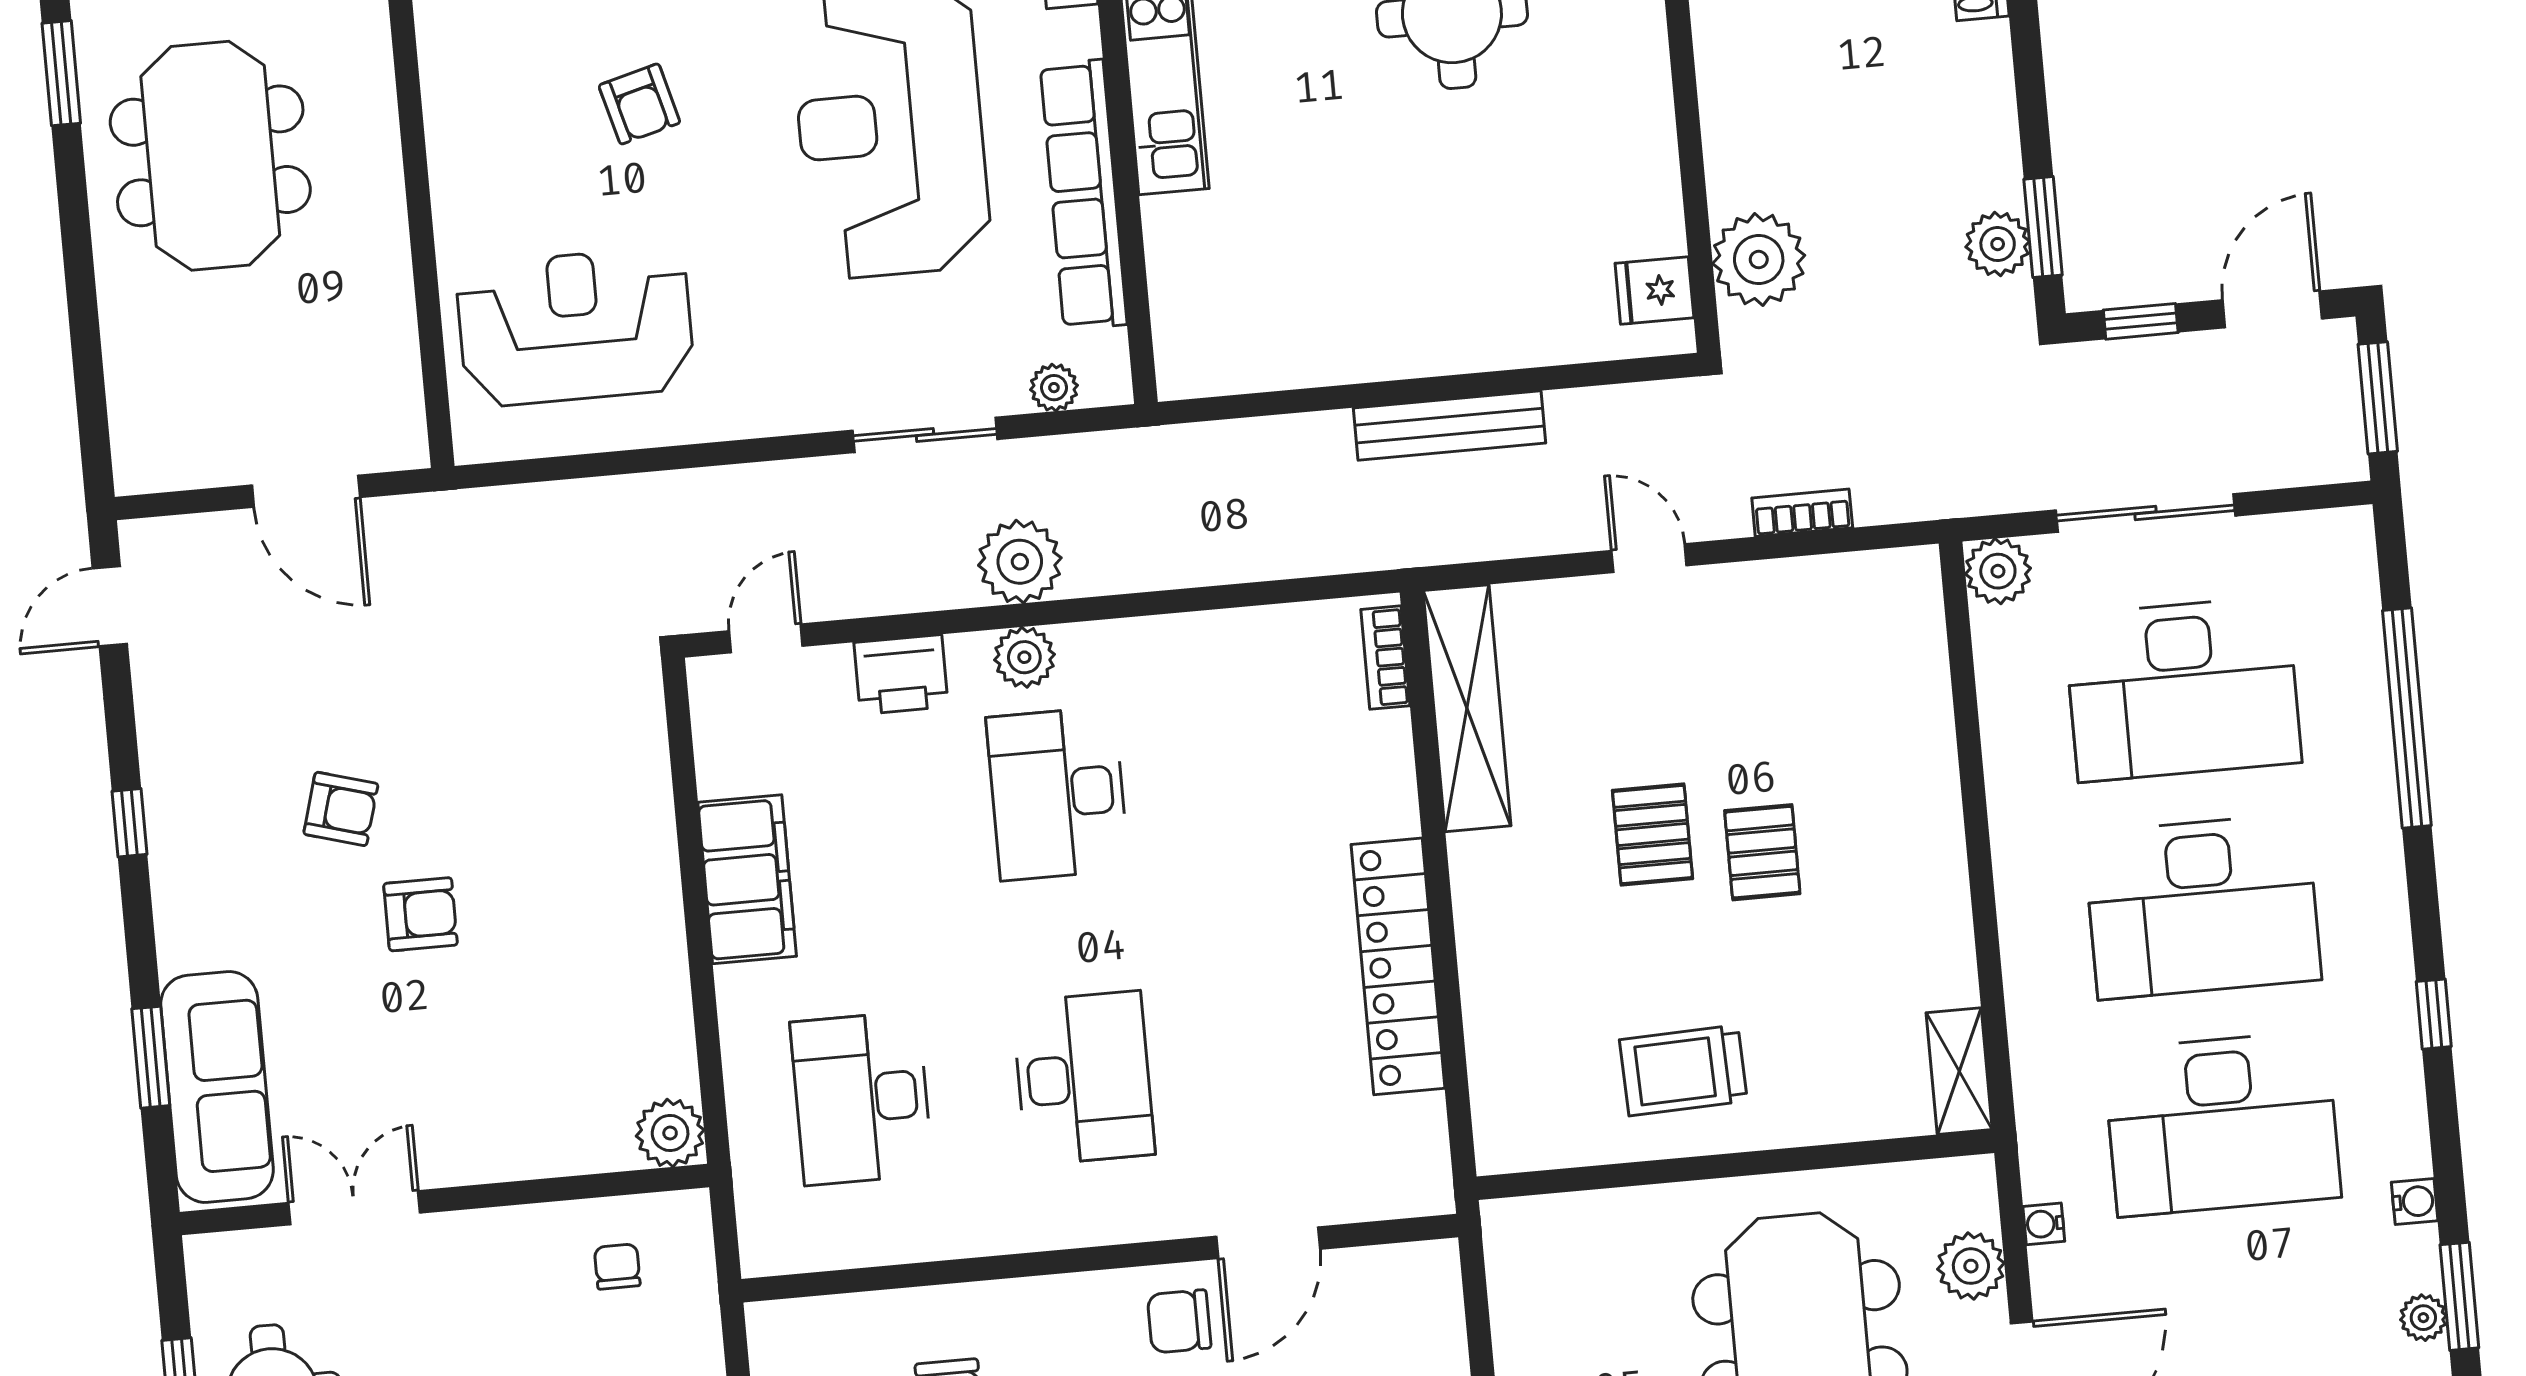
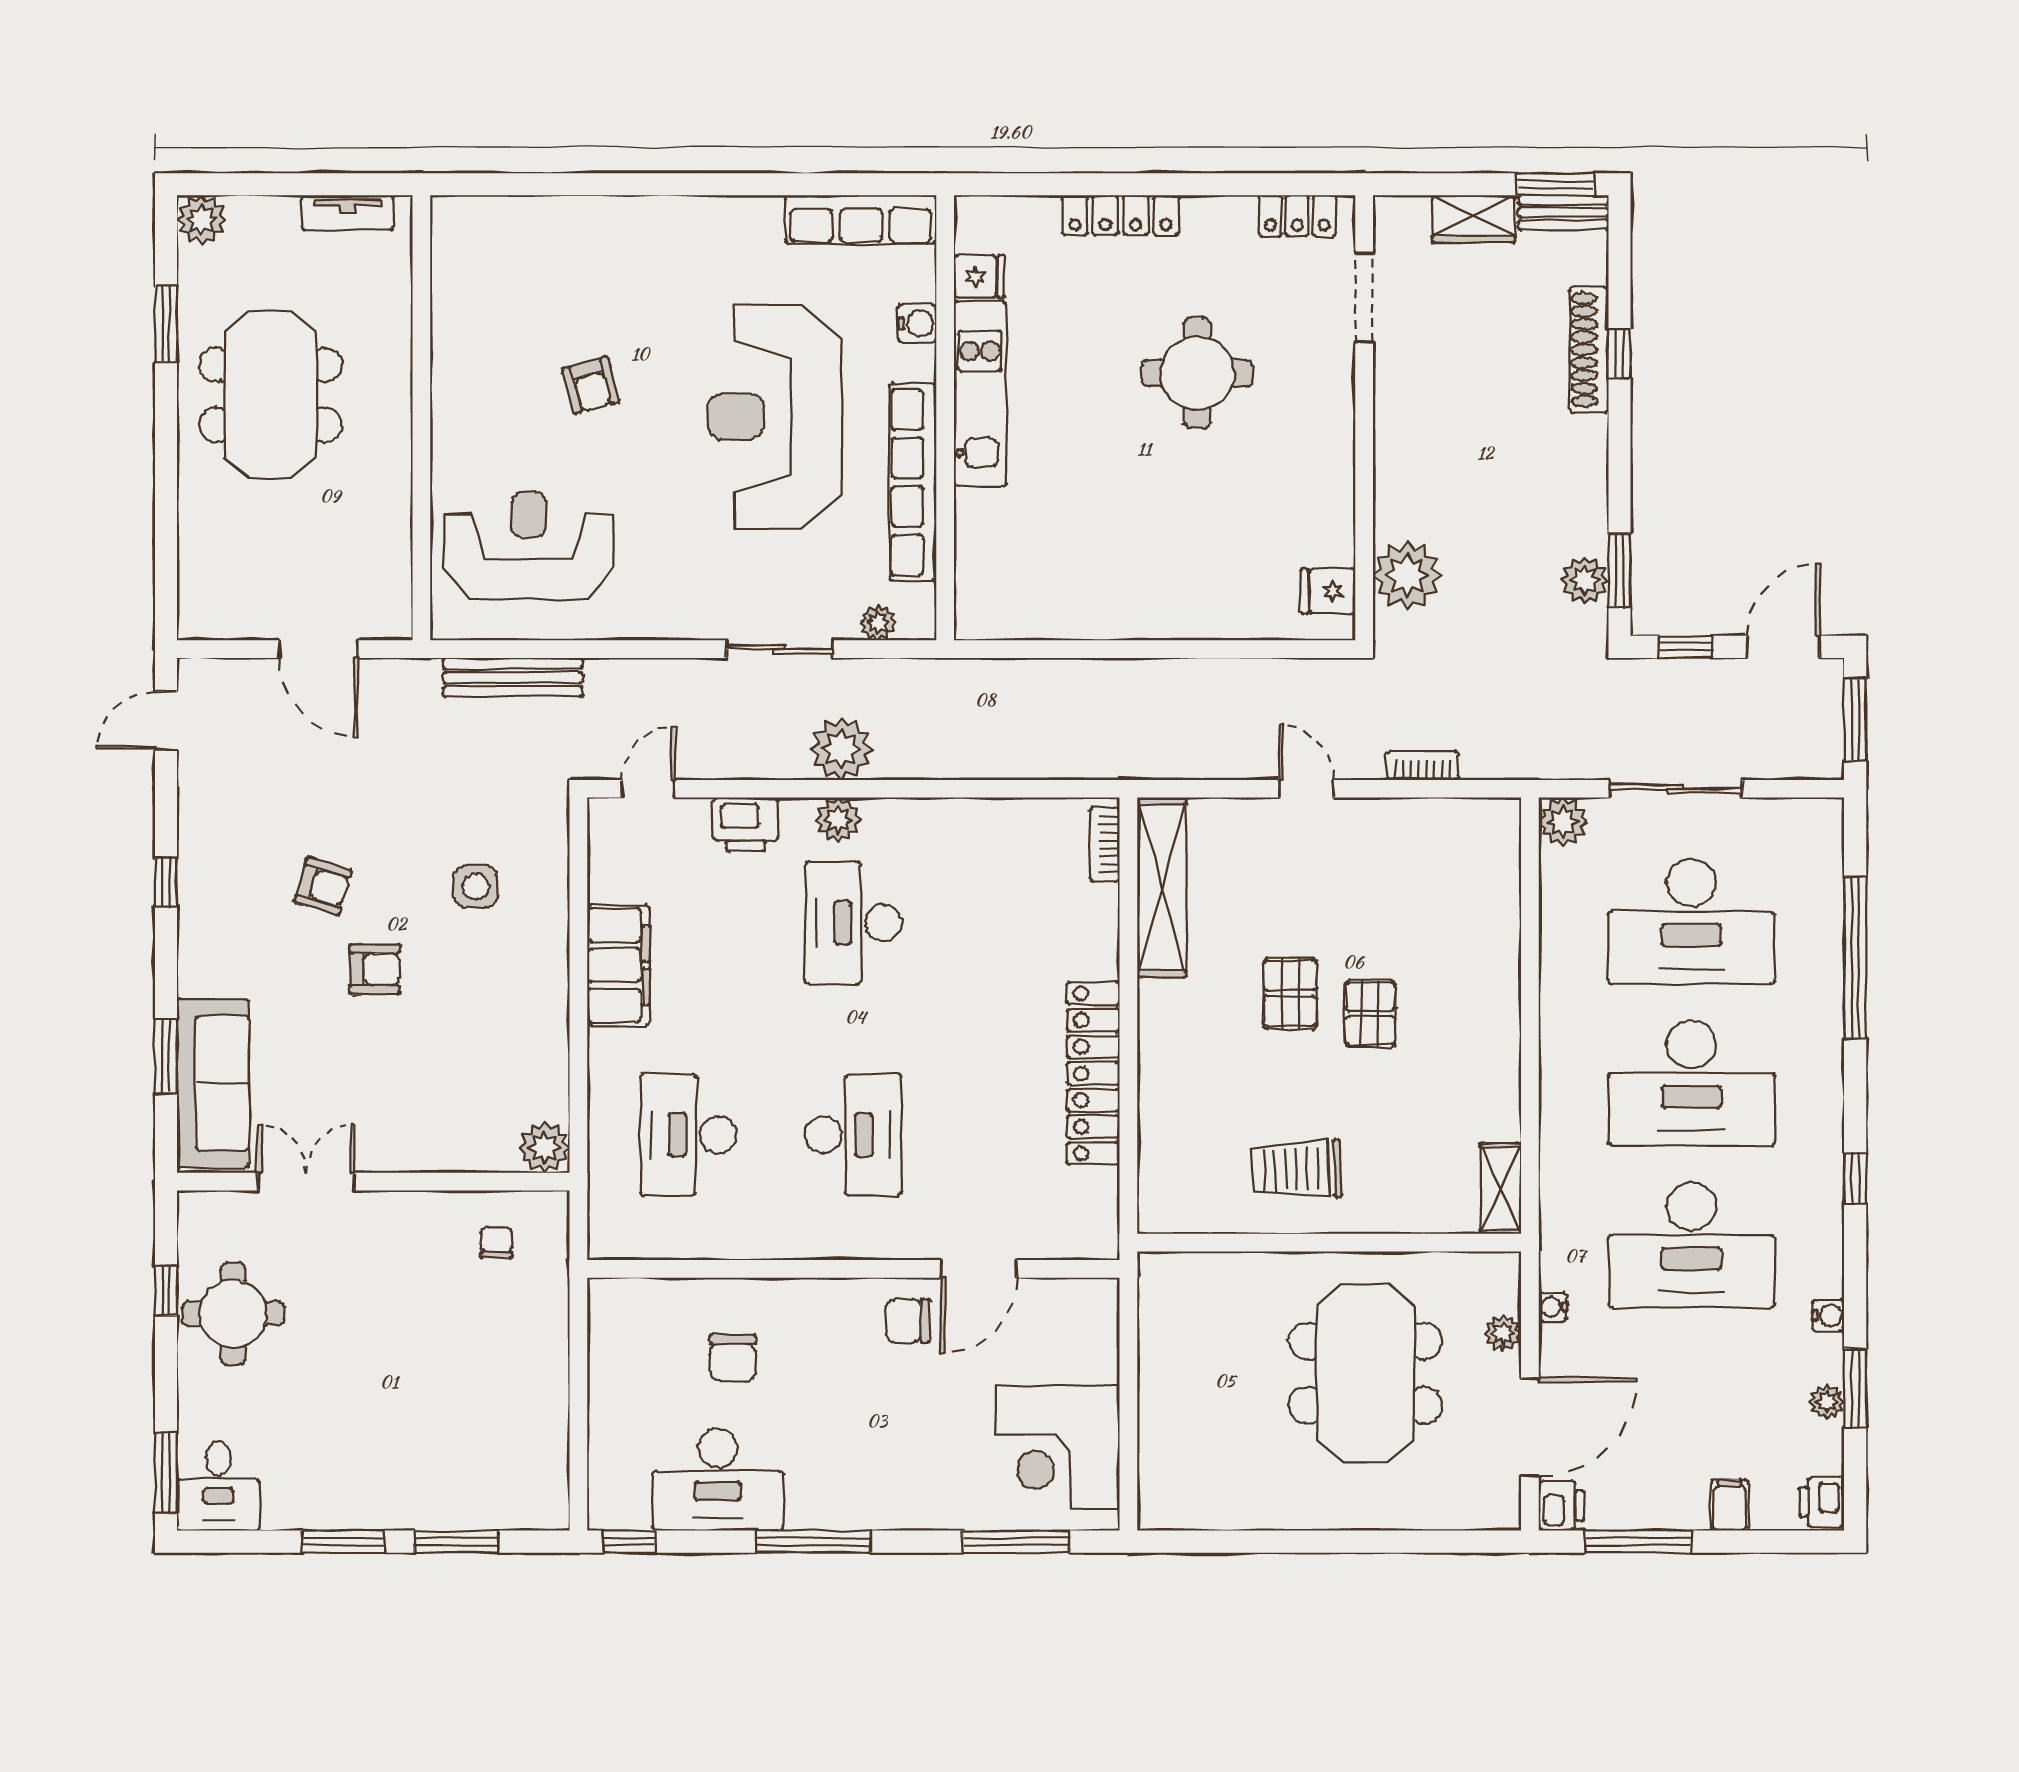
bench: (1449, 425) -> (513, 677), moved
side table: (546, 791) -> (476, 886), added
plant: (1971, 1266) -> (1503, 1333), width x0.73, depth x0.73

